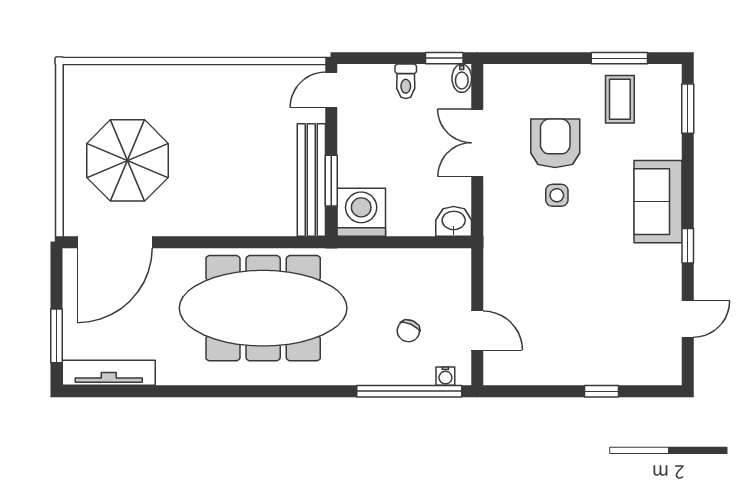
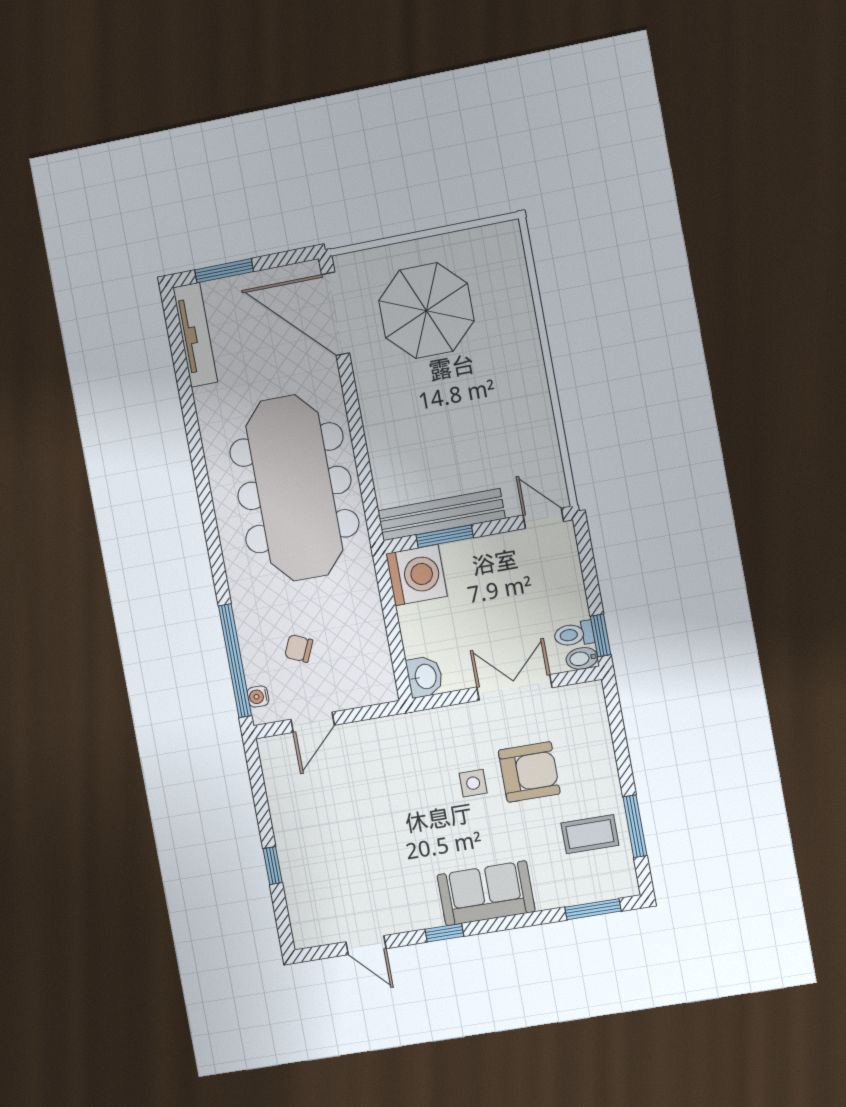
toilet: (406, 81) -> (574, 634), moved

